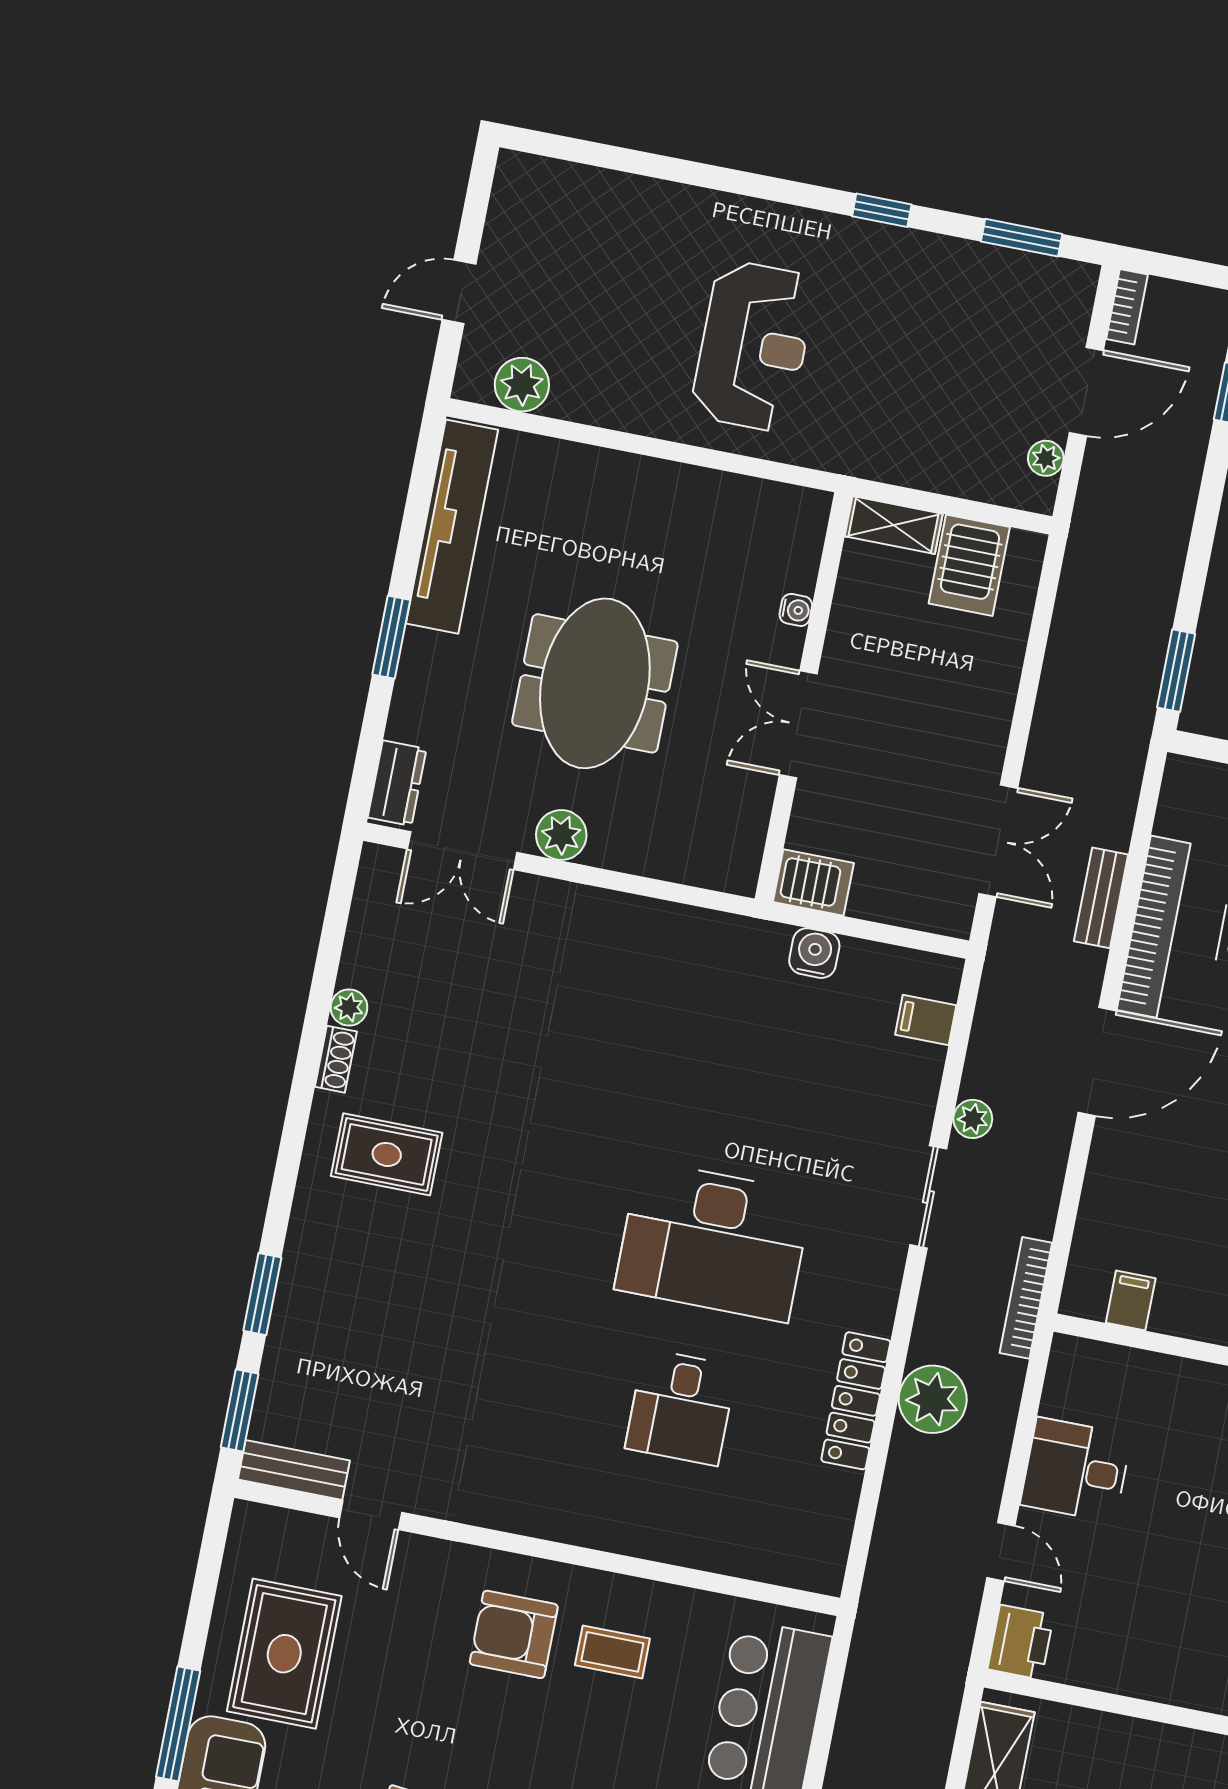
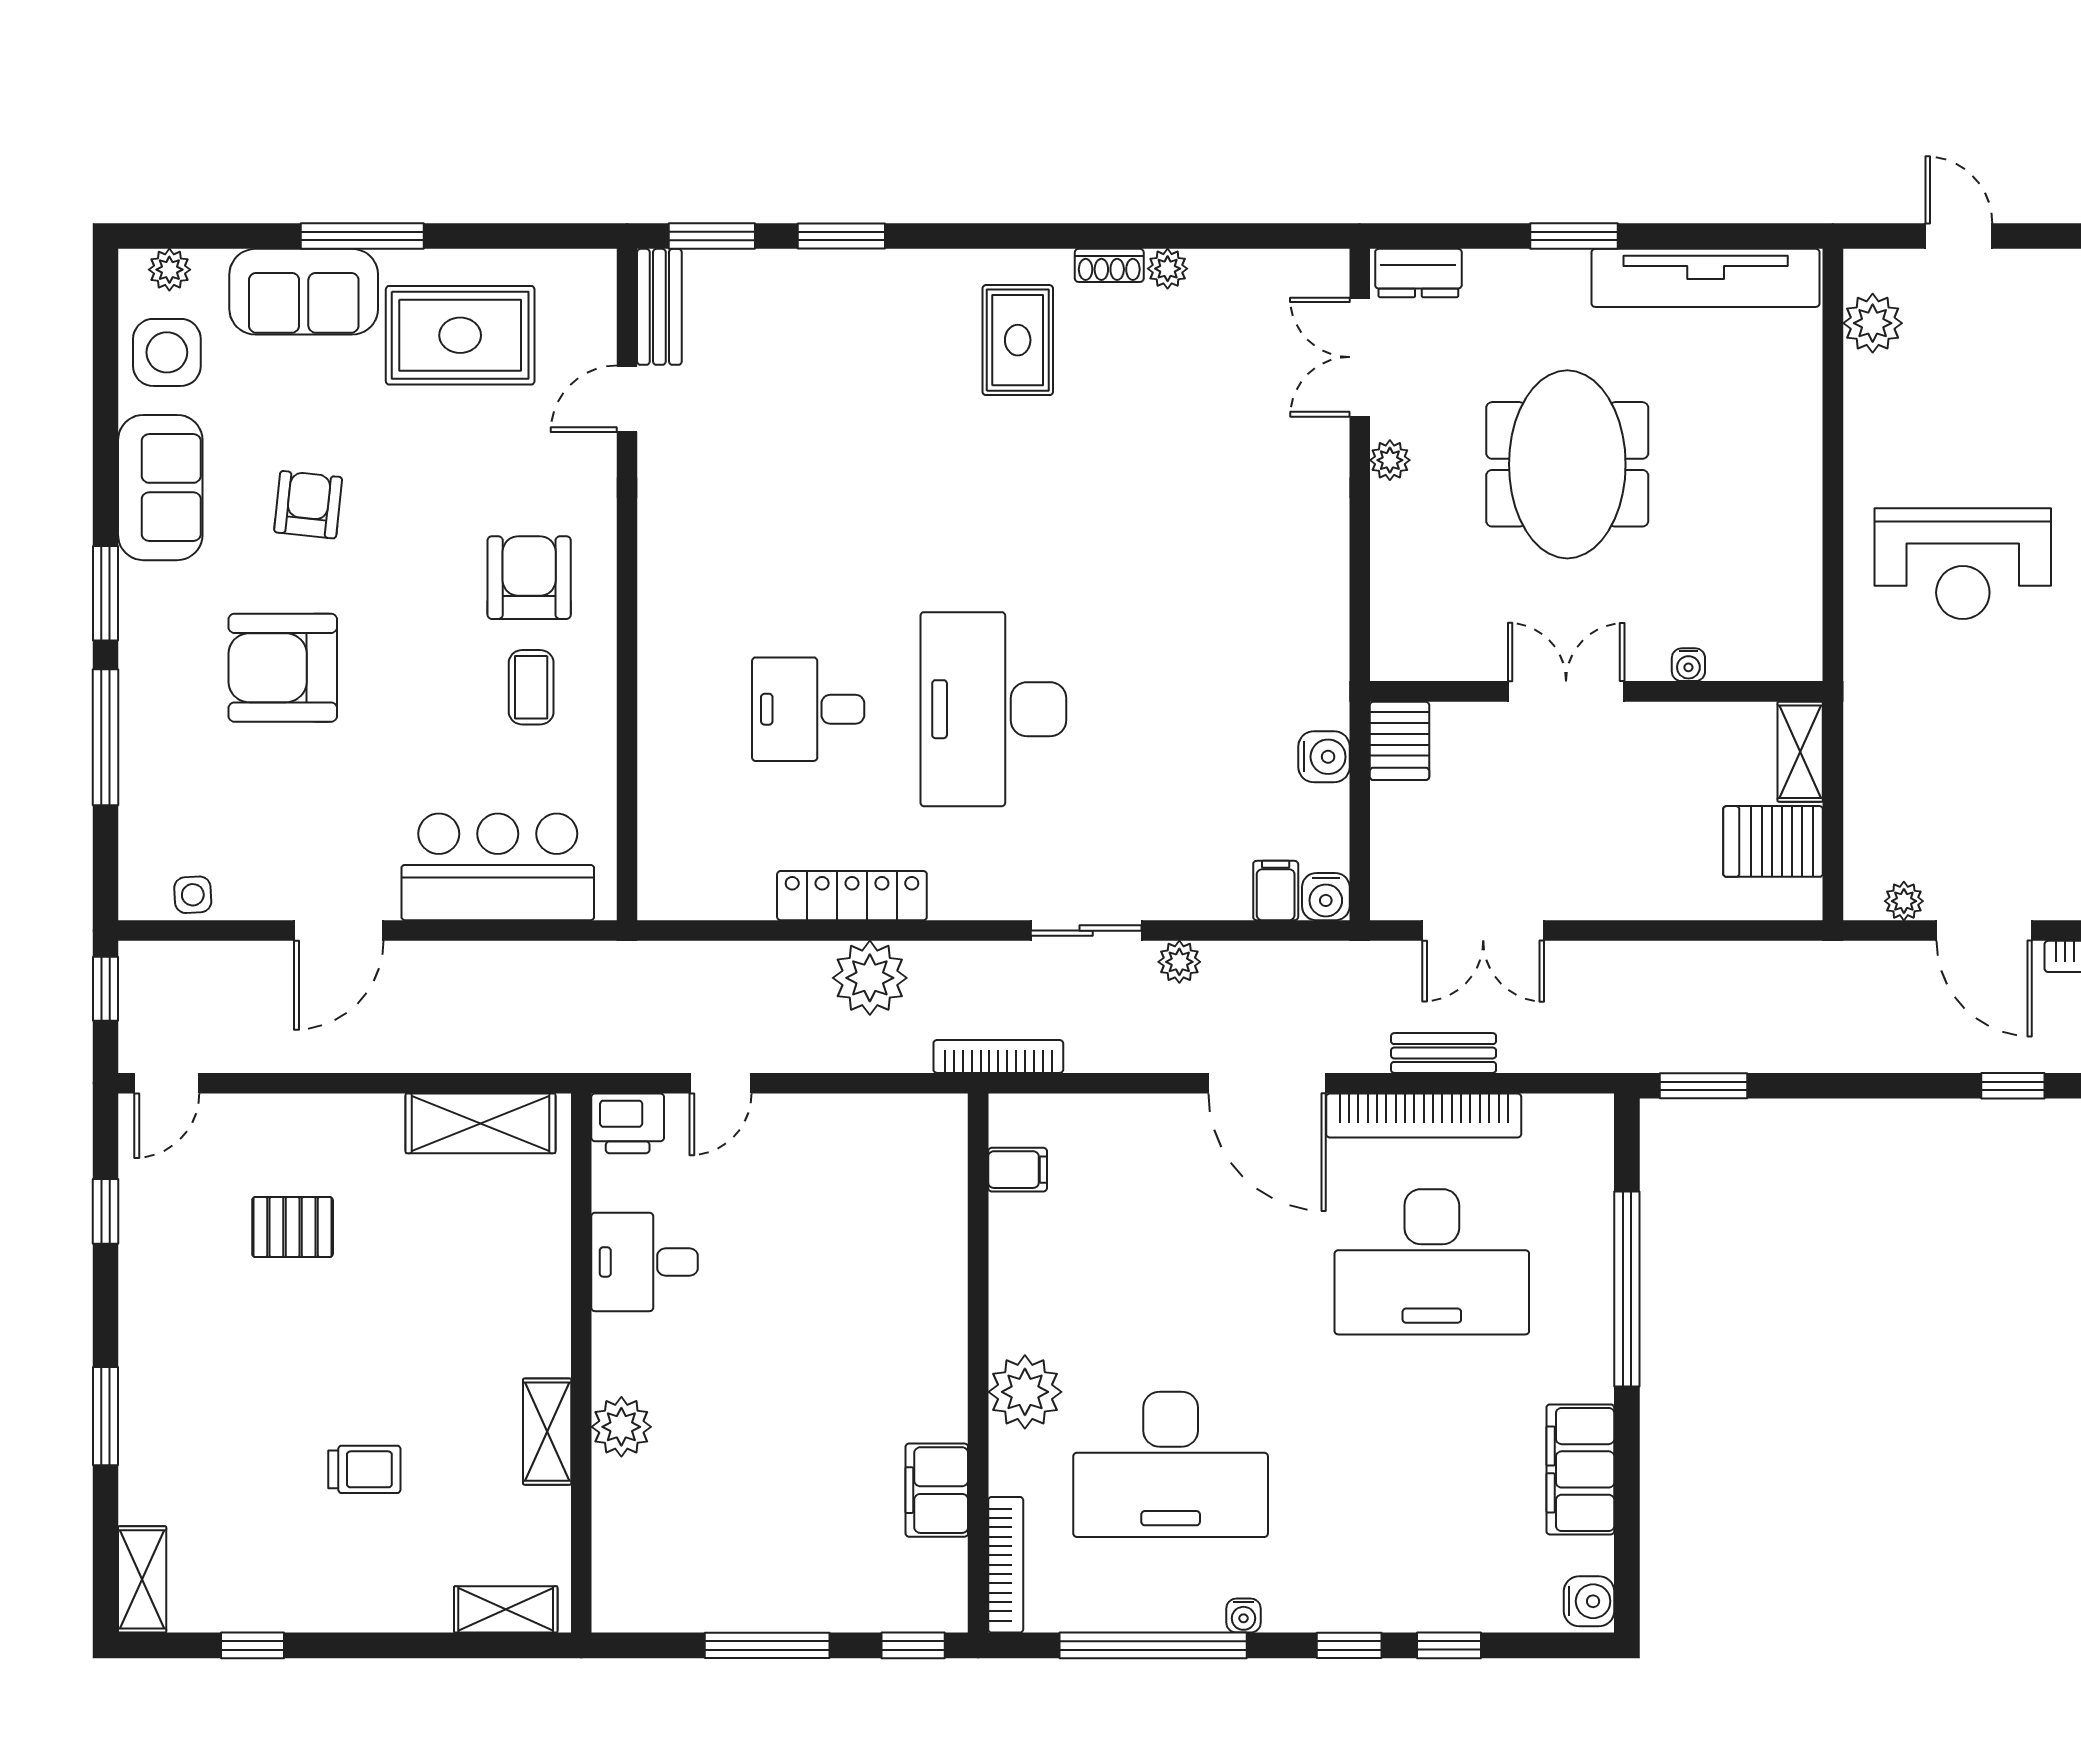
meeting table: (595, 683) -> (1567, 464), turned 90
plant: (561, 835) -> (1390, 460), width x0.73, depth x0.73
water cooler: (940, 976) -> (1326, 897), added
desk: (1076, 1470) -> (645, 1262), moved, turned -90

